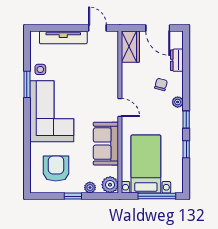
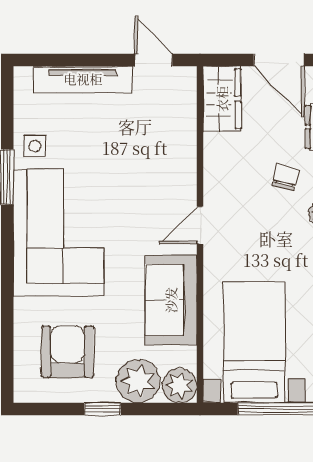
door: (120, 108) -> (200, 225), swing flipped
plant: (90, 188) -> (138, 381), width x1.88, depth x1.88

